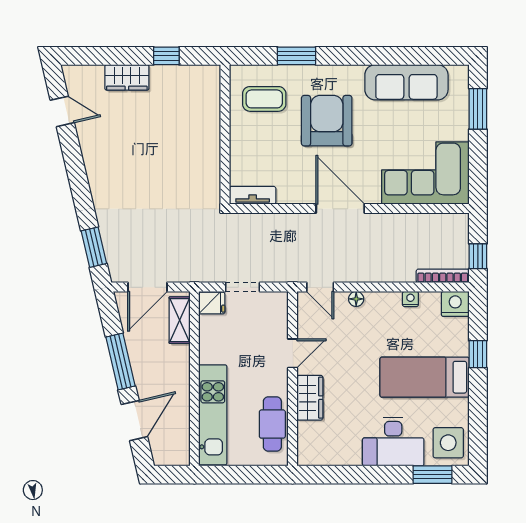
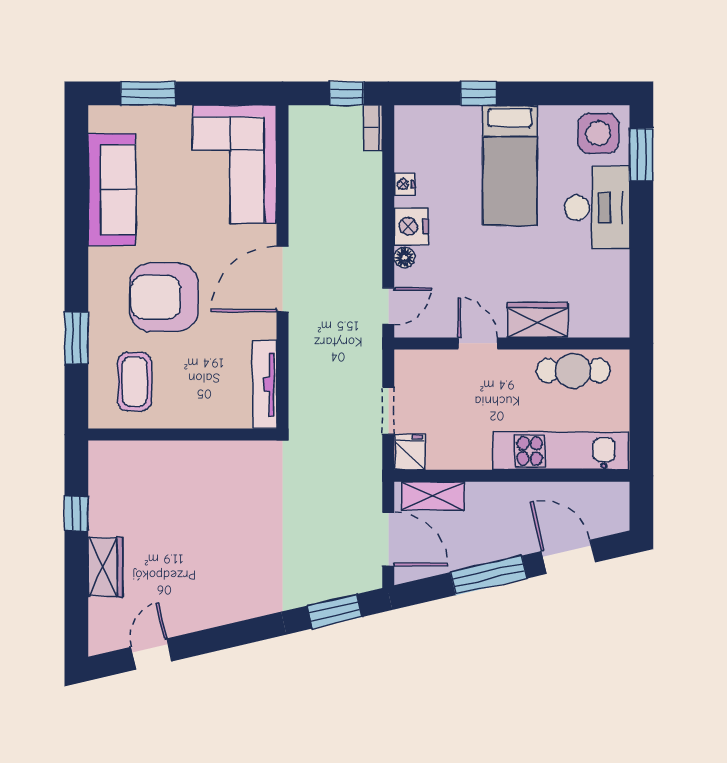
tv unit: (253, 195) -> (265, 384), width x1.41
bookcase: (443, 276) -> (373, 128), width x0.64
nightstand: (455, 304) -> (411, 226), moved

